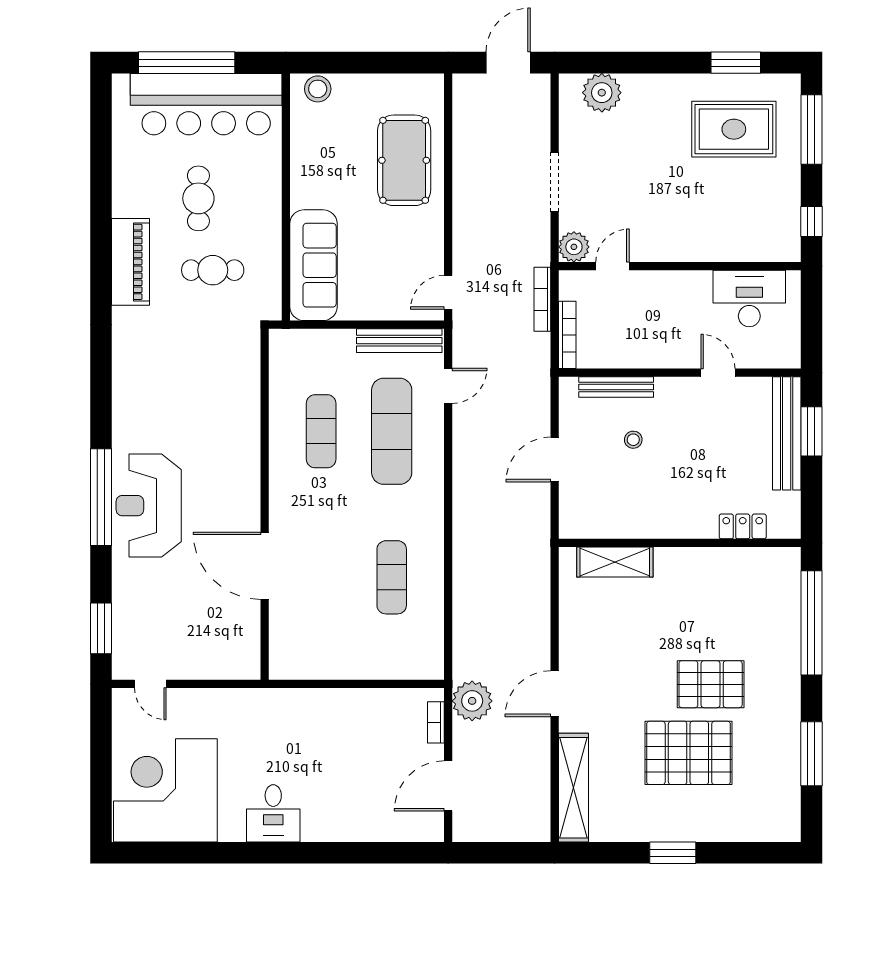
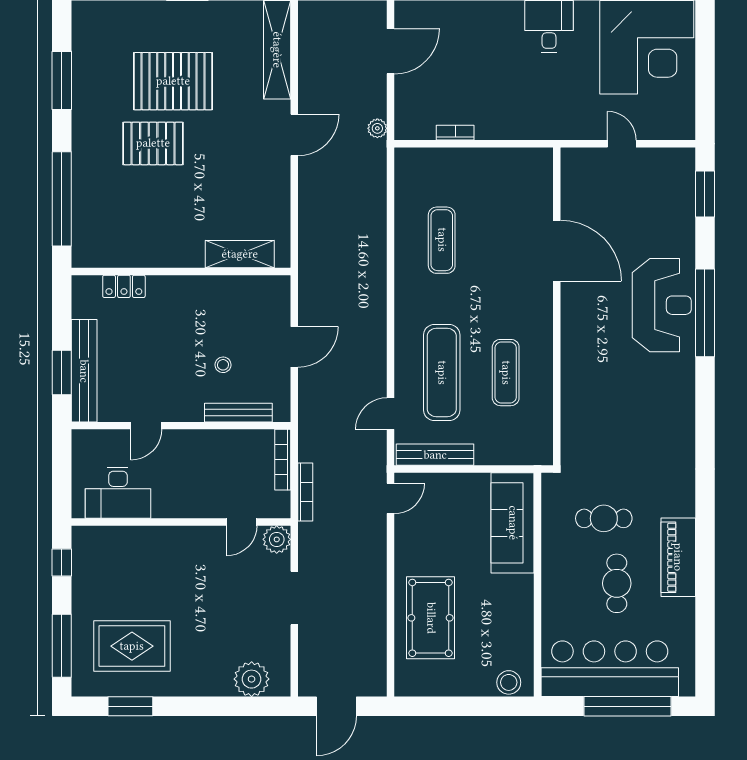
piano: (131, 262) -> (678, 557), moved
door: (718, 373) -> (146, 426), hinge flipped
door: (150, 684) -> (622, 144), moved
plant: (472, 701) -> (377, 128), width x0.53, depth x0.53
bookcase: (436, 722) -> (455, 133), moved, turned -90

